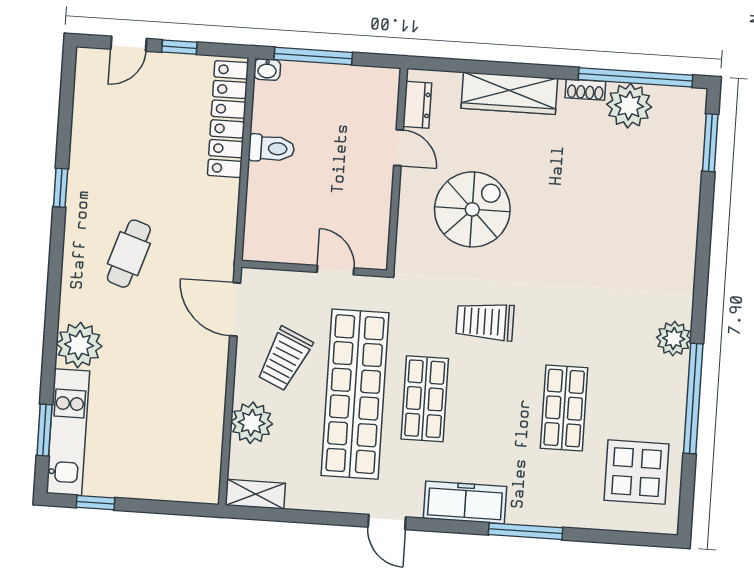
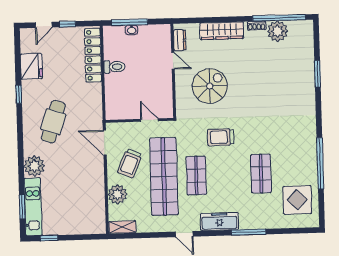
washbasin: (267, 70) -> (132, 30), moved
fridge: (94, 130) -> (31, 66), added
window: (710, 143) -> (317, 74), moved
cafe table: (129, 254) -> (53, 122), width x1.37, depth x1.35
plant: (674, 339) -> (308, 137), removed

